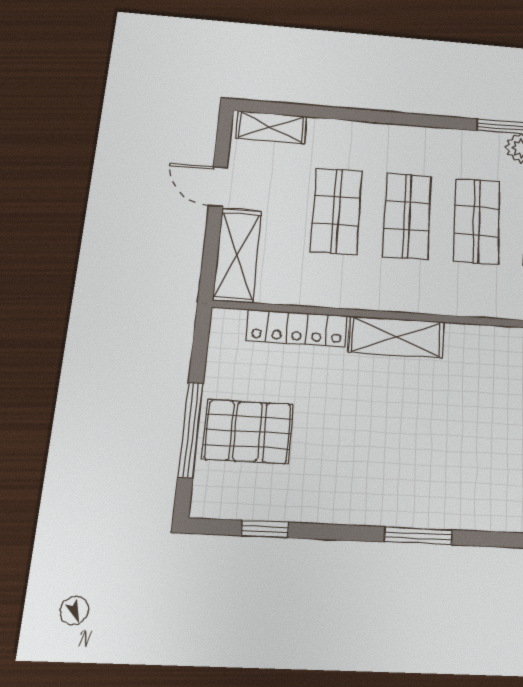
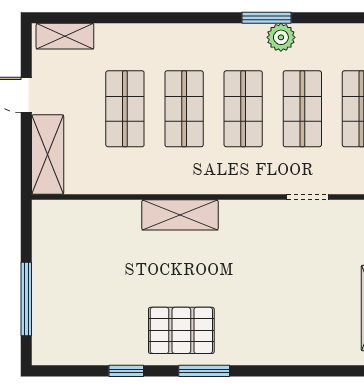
locker: (297, 328) -> (100, 213), removed
pallet: (248, 432) -> (181, 330), moved
window: (265, 529) -> (126, 371), moved

